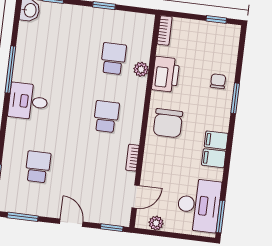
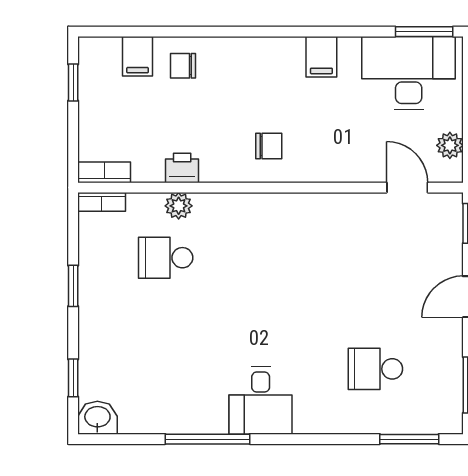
printer: (166, 74) -> (182, 168), width x0.53, depth x0.68
window: (235, 98) -> (210, 32), removed
school desk: (106, 117) -> (271, 258), removed
chair: (168, 123) -> (269, 146), width x0.54, depth x0.54
filing cabinet: (216, 140) -> (138, 56), moved
bookcase: (132, 158) -> (102, 202), moved

